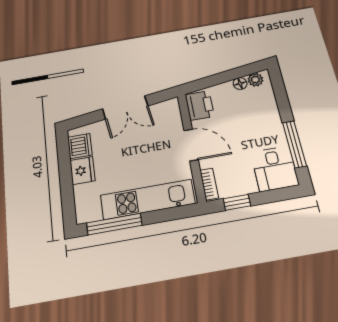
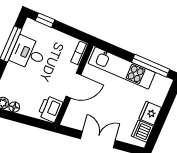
door: (191, 145) -> (73, 86), swing flipped
desk: (275, 169) -> (28, 53), moved, turned -90
window: (237, 202) -> (45, 20), moved

